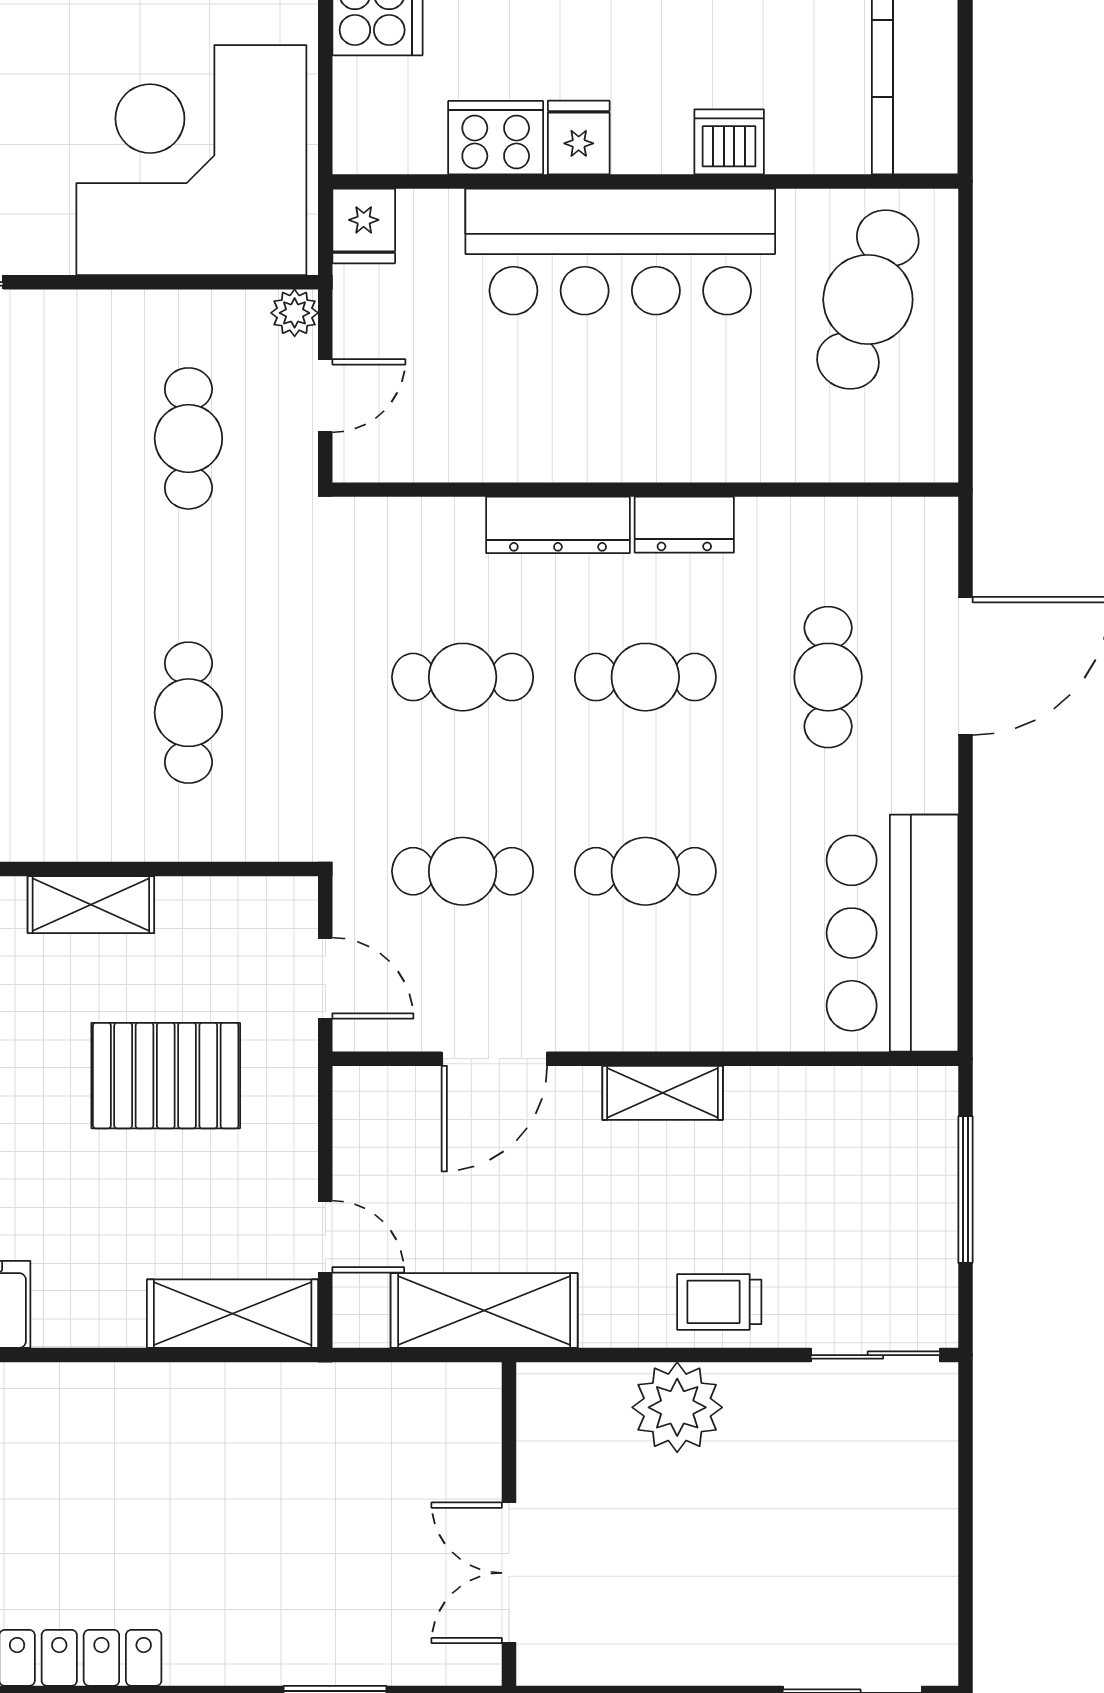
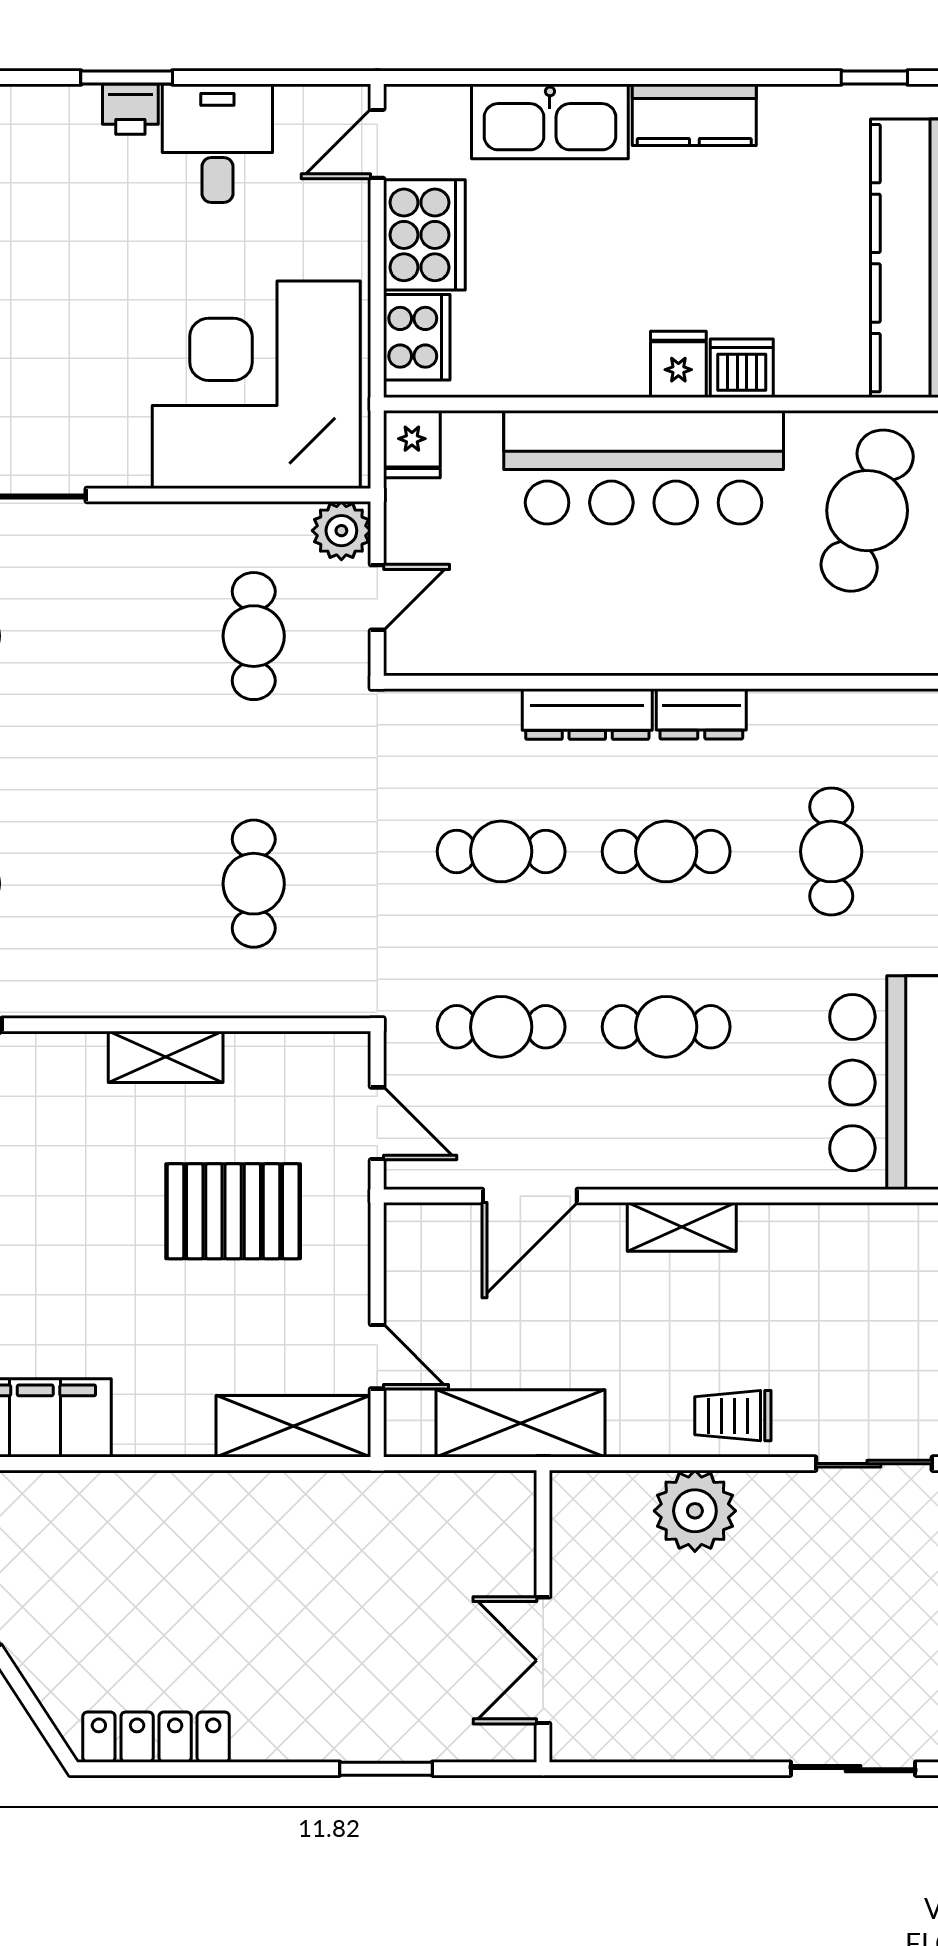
cooker: (496, 138) -> (417, 337), moved, turned 90
fridge: (579, 138) -> (678, 364), moved
plant: (295, 313) -> (341, 531), width x1.38, depth x1.38

